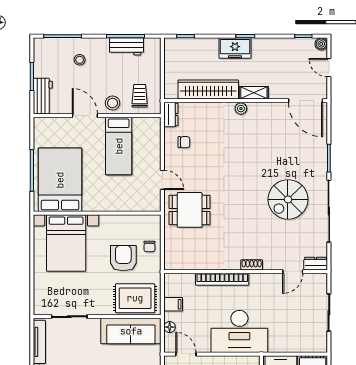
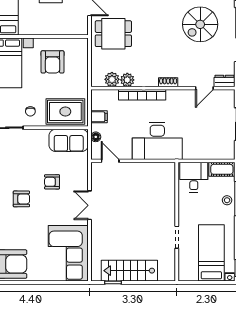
chair: (149, 246) -> (30, 111), moved
armchair: (123, 258) -> (53, 62), moved, turned 180
plant: (188, 262) -> (112, 79), added
plant: (205, 262) -> (127, 80), added
sofa: (131, 331) -> (69, 140), width x0.73

